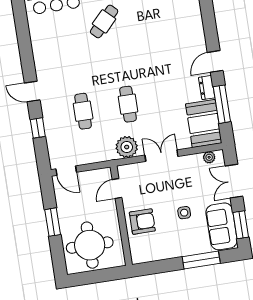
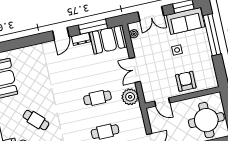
door: (215, 61) -> (61, 34), hinge flipped
window: (201, 260) -> (212, 35), width x1.46

